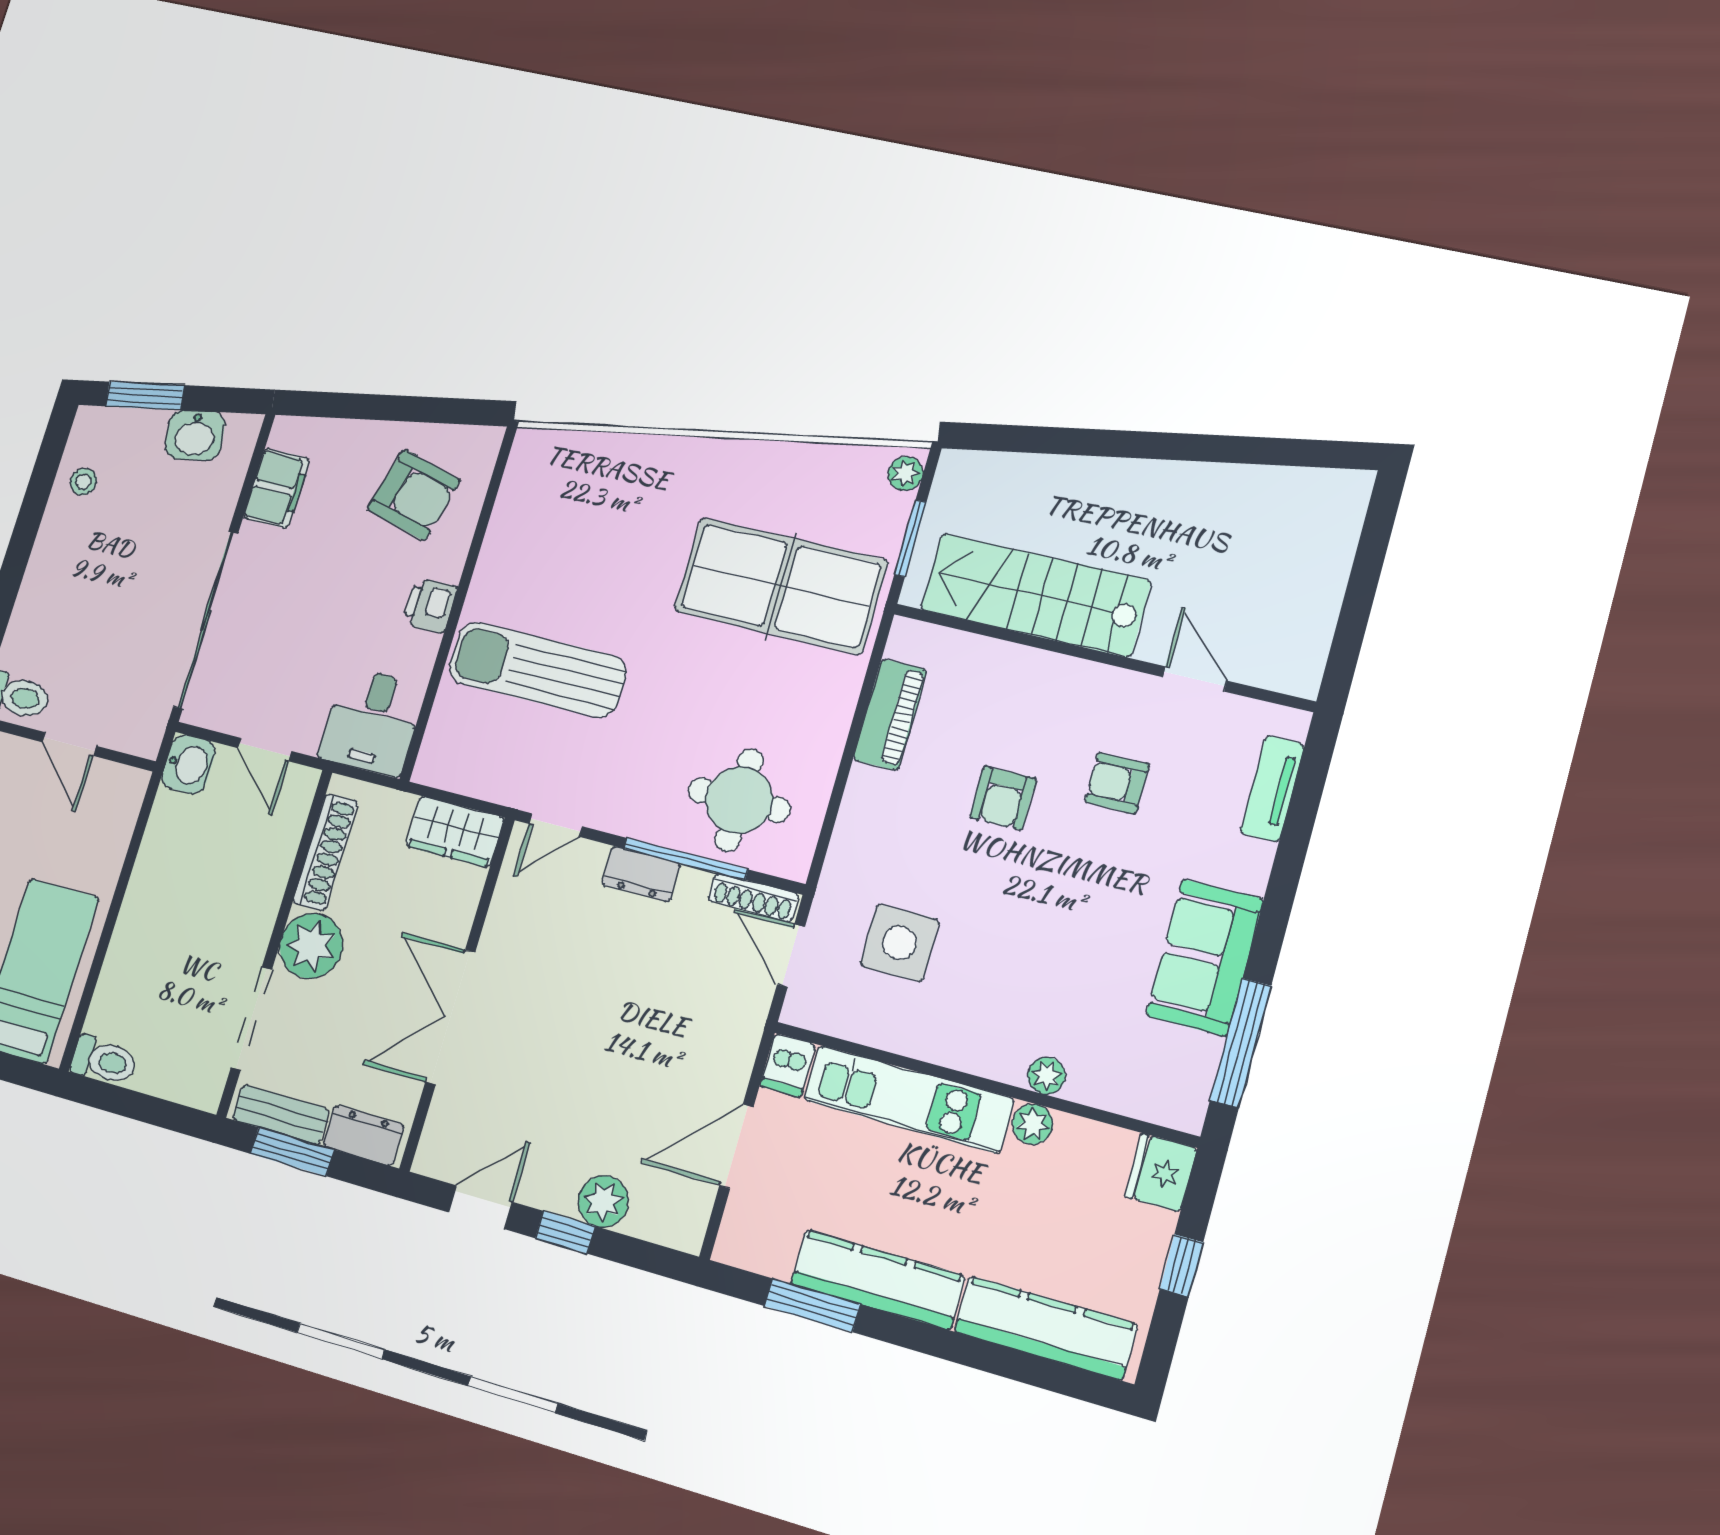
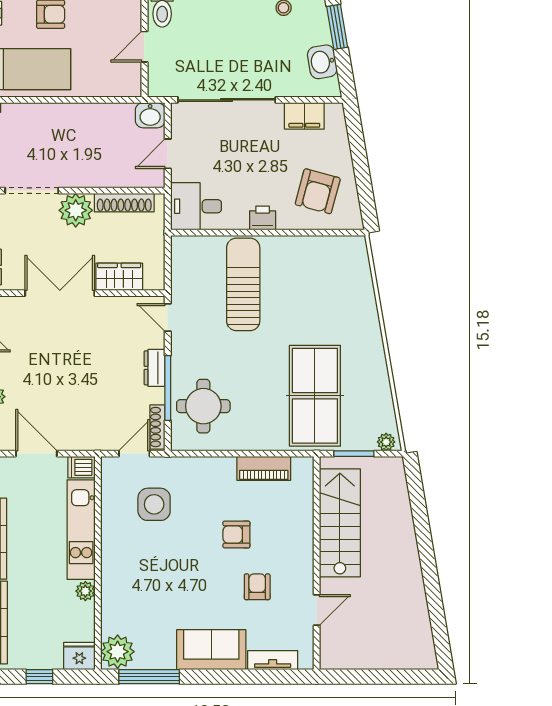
wardrobe: (455, 832) -> (119, 277), moved, turned 90
sofa: (1205, 957) -> (211, 650), moved
plant: (1046, 1076) -> (118, 652), moved, width x1.88, depth x1.88

